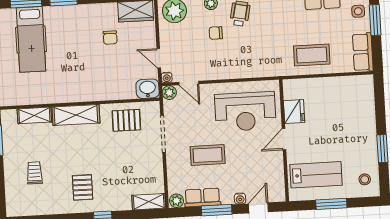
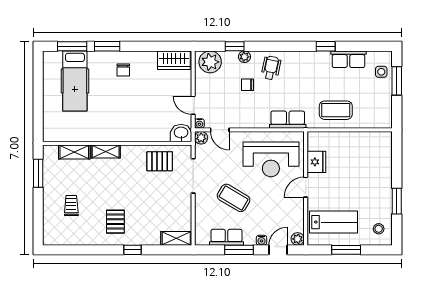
chair: (110, 38) -> (123, 70), moved
row of seats: (363, 52) -> (288, 120), moved, turned 90
shelving: (76, 115) -> (106, 152), width x0.67, depth x0.75
coffee table: (208, 155) -> (234, 198), turned 31
plant: (176, 201) -> (298, 239), moved

